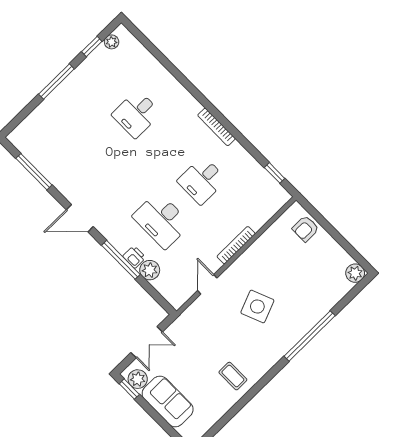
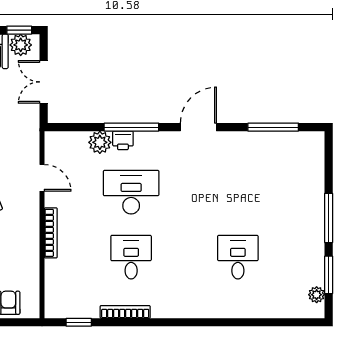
window: (92, 47) -> (329, 275), width x1.50
bookcase: (216, 127) -> (125, 312), moved

